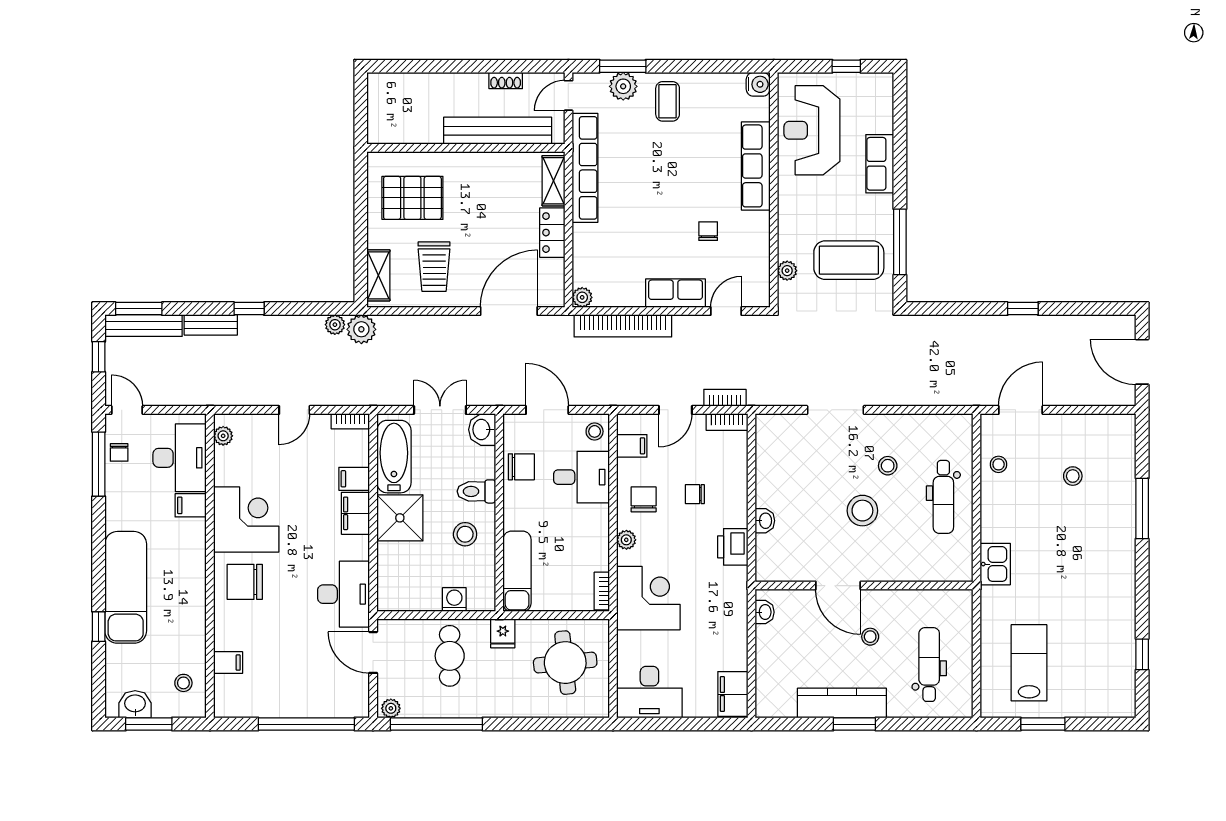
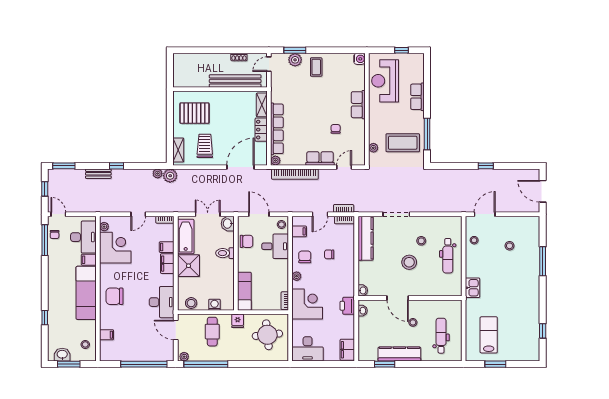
row of seats: (756, 166) -> (358, 105), width x0.68
row of seats: (585, 168) -> (277, 129), moved
trolley: (434, 267) -> (205, 146), turned 180
bench: (144, 326) -> (66, 174), removed
kitchen counter: (771, 460) -> (365, 238), added
corner desk: (246, 520) -> (115, 248), moved
washbasin: (765, 521) -> (363, 290), moved
stool: (465, 534) -> (191, 303), moved
printer: (733, 547) -> (347, 306), moved
exam couch: (126, 587) -> (86, 293), moved, turned 180
window: (854, 724) -> (385, 364), moved

